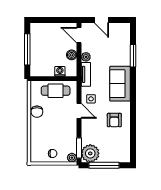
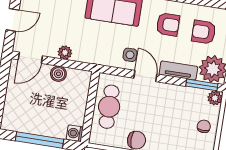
washing machine: (60, 71) -> (75, 133), moved
tv unit: (86, 74) -> (178, 70), moved
door: (79, 111) -> (145, 76), hinge flipped
armchair: (113, 144) -> (204, 32), added

